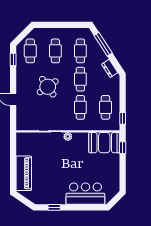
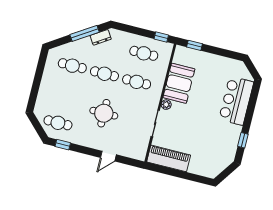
window: (103, 44) -> (85, 33), moved
cafe table: (55, 51) -> (65, 94), removed
round table: (48, 87) -> (104, 113), turned 35
booth: (104, 143) -> (179, 83), moved
piano: (24, 173) -> (169, 158), moved

